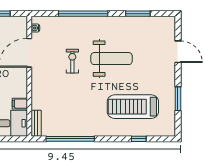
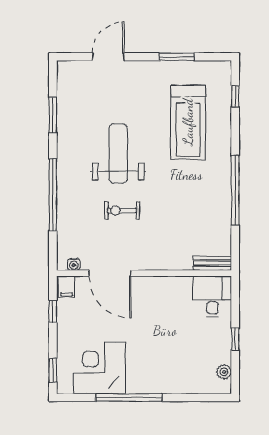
filing cabinet: (20, 104) -> (67, 287), moved
window: (70, 139) -> (235, 190), moved
window: (139, 139) -> (235, 96), moved

